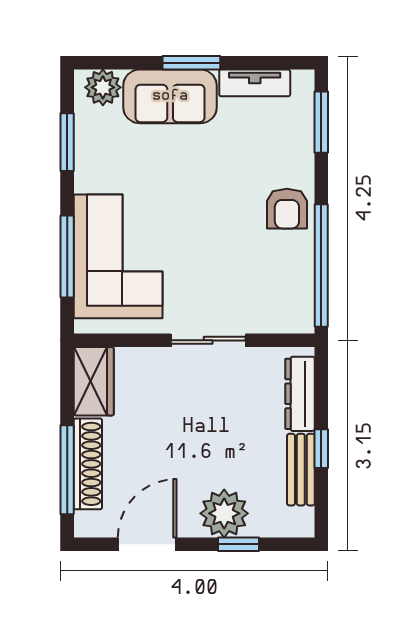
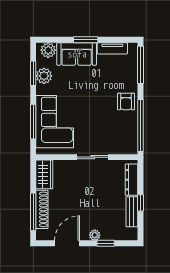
window: (321, 122) -> (141, 65), width x1.44
plant: (93, 148) -> (44, 76), added
plant: (224, 513) -> (95, 235), width x0.53, depth x0.53

